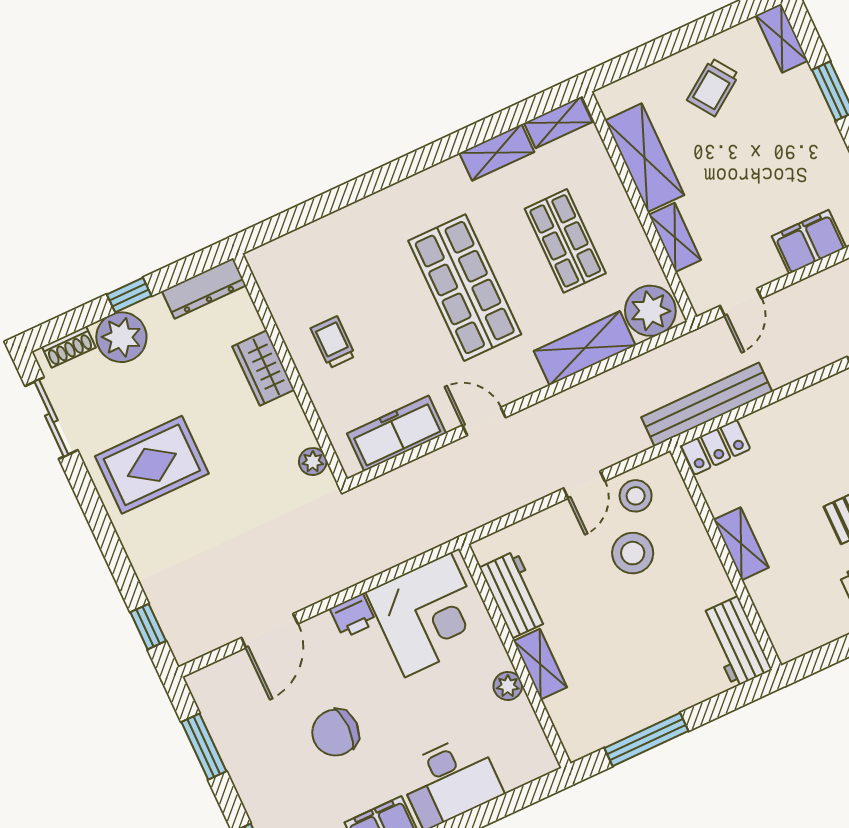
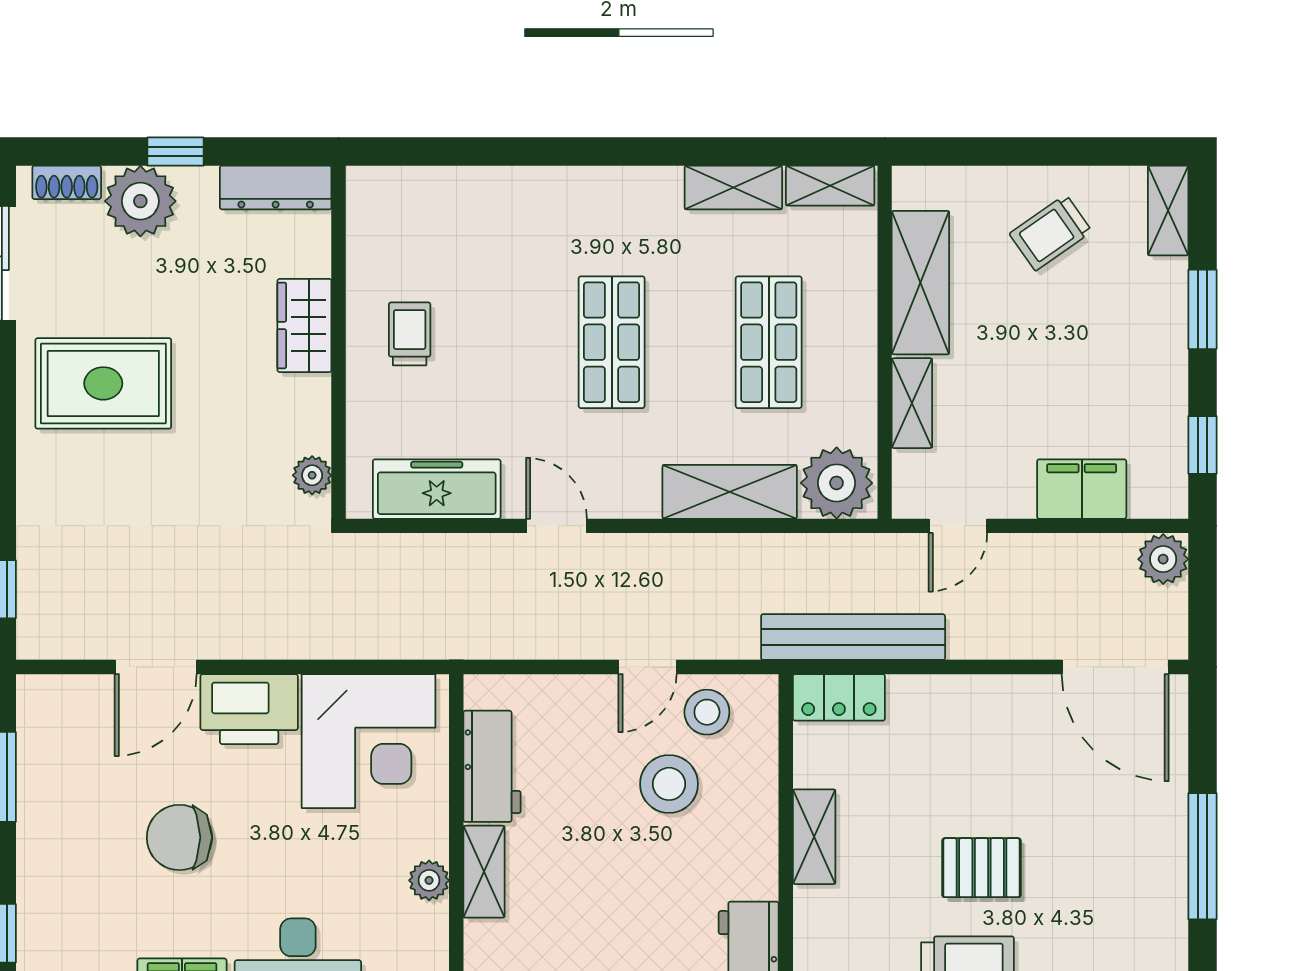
shop shelf: (465, 288) -> (612, 342), width x0.70, depth x0.74
printer: (353, 616) -> (249, 709), width x1.87, depth x1.48

